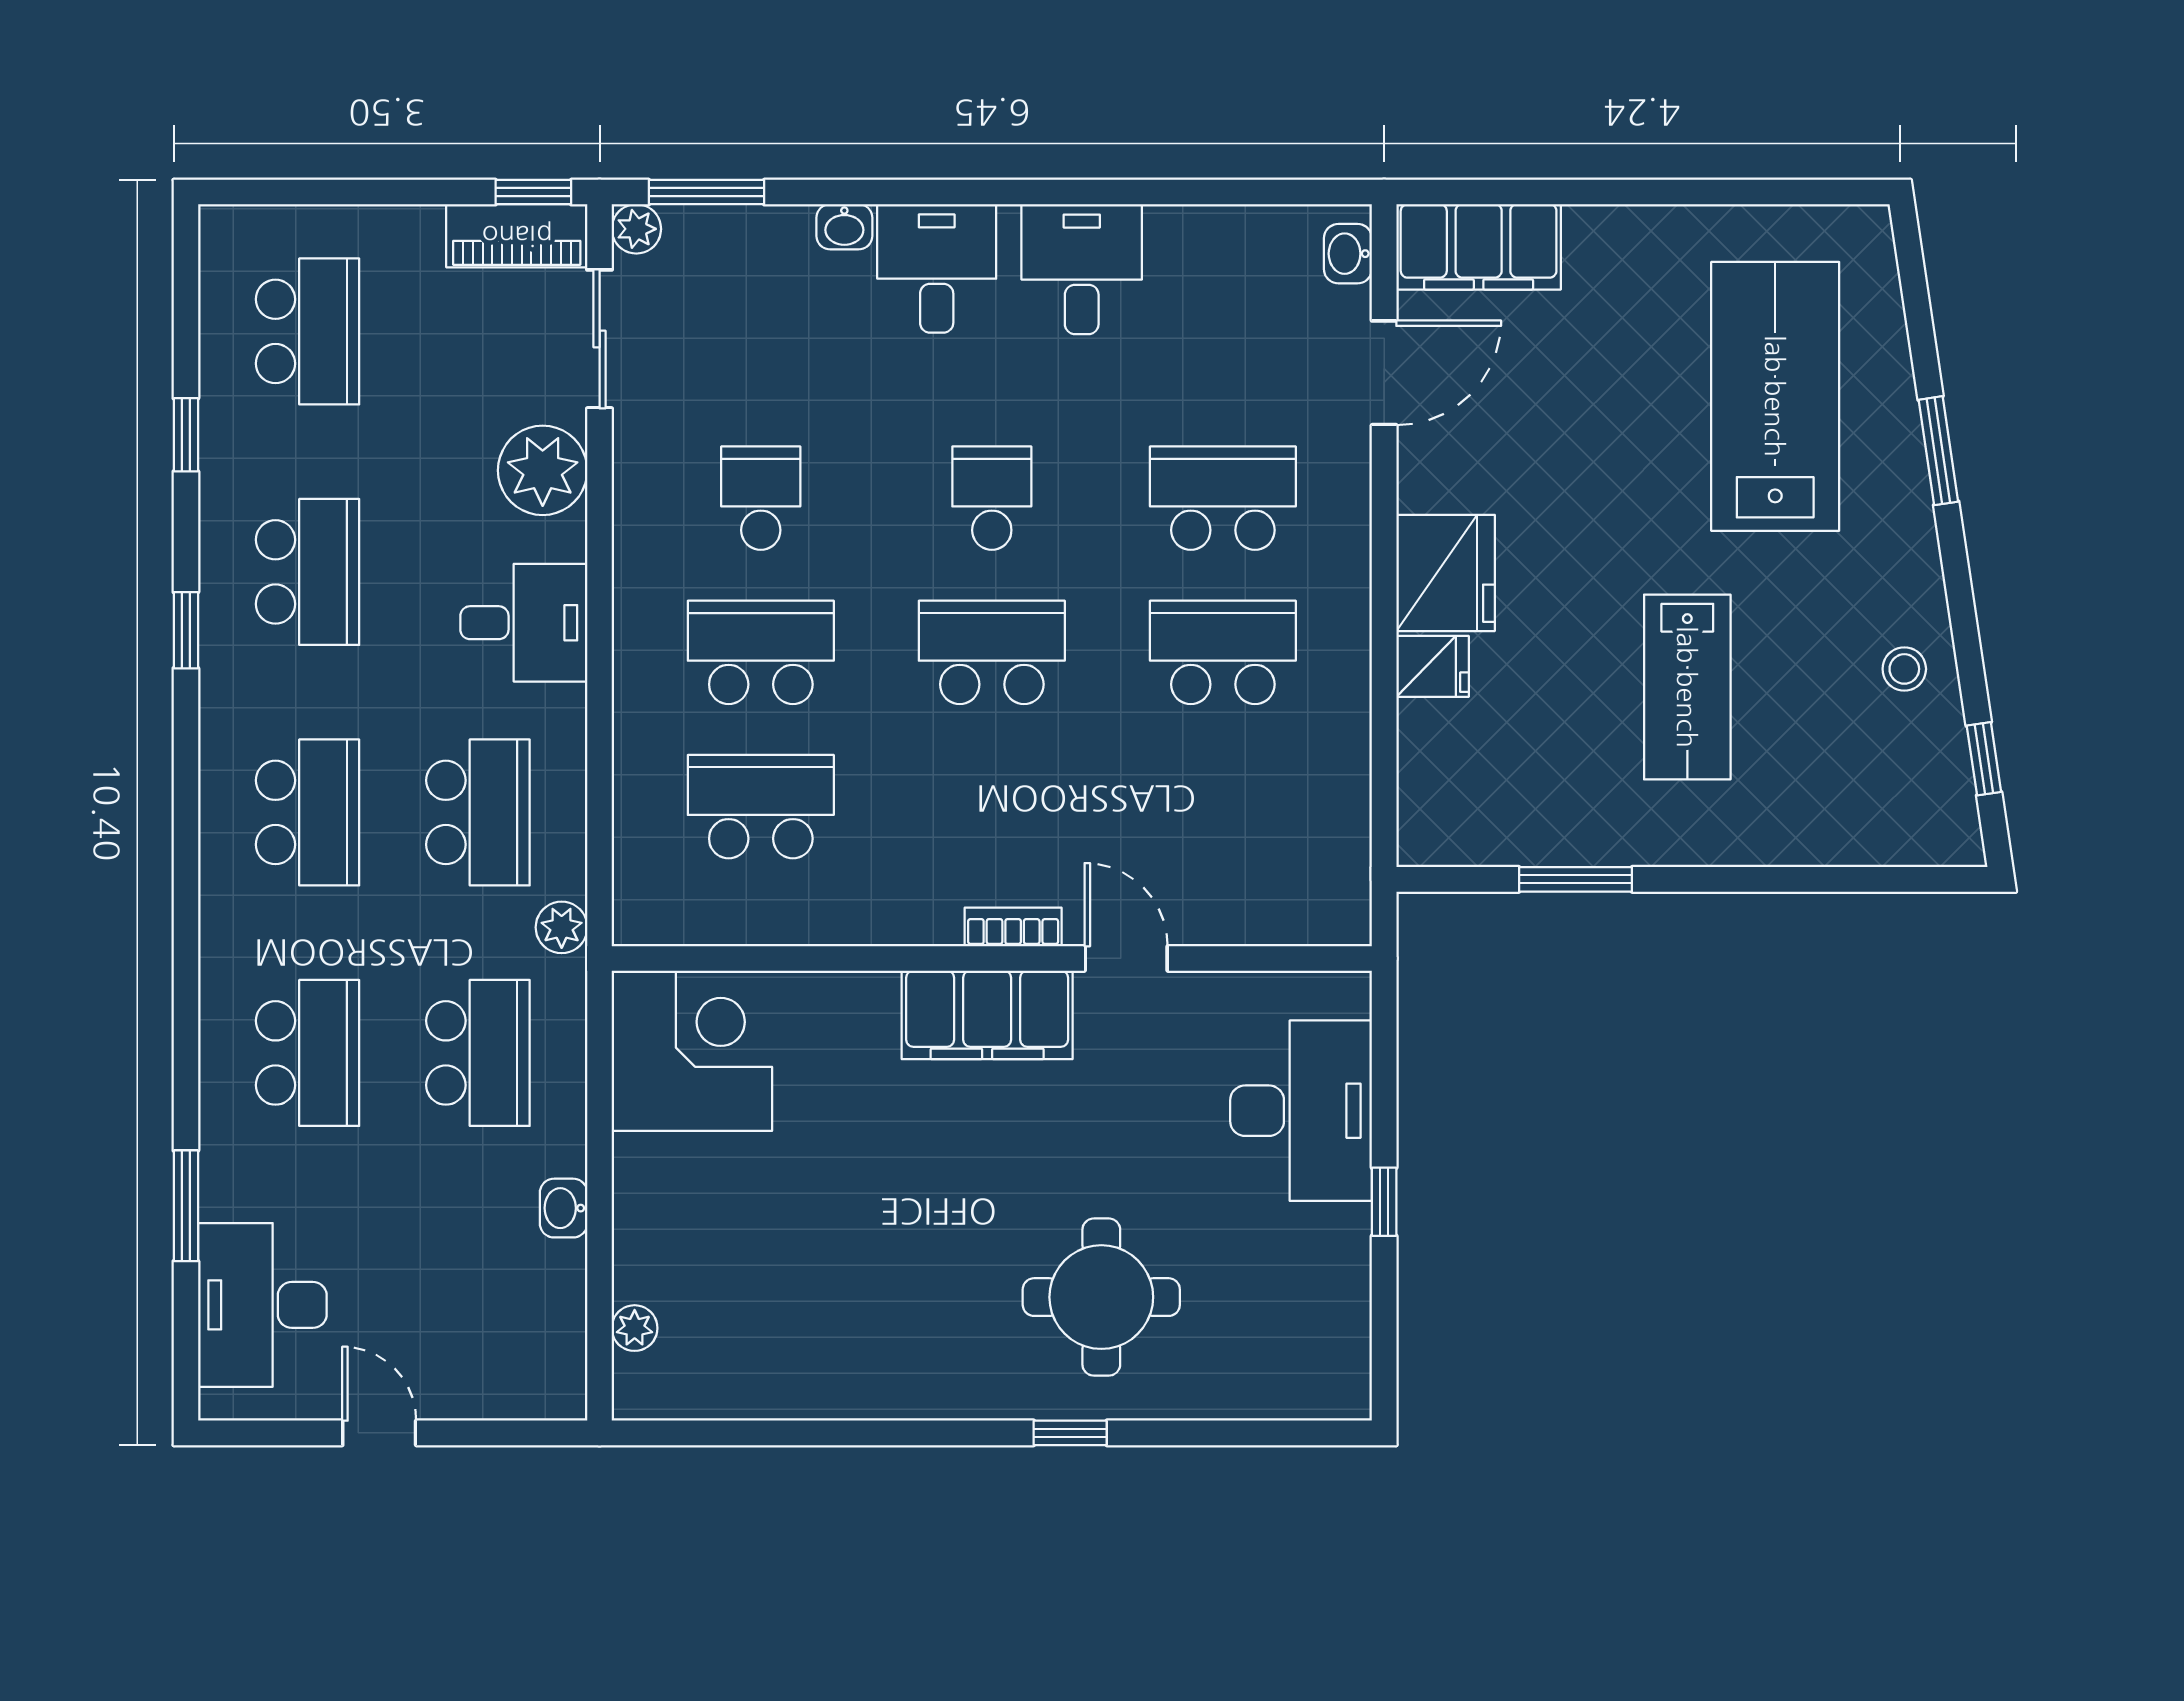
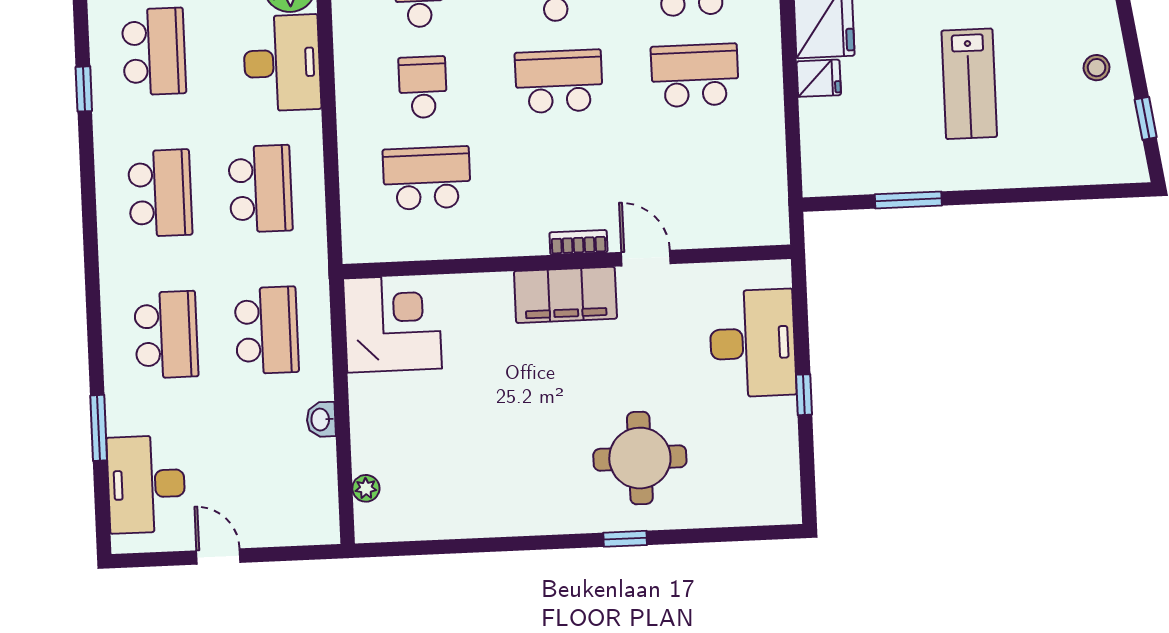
desk: (524, 623) -> (282, 63), width x1.37
school desk: (761, 652) -> (423, 87), width x0.54
plant: (562, 927) -> (313, 254), removed

